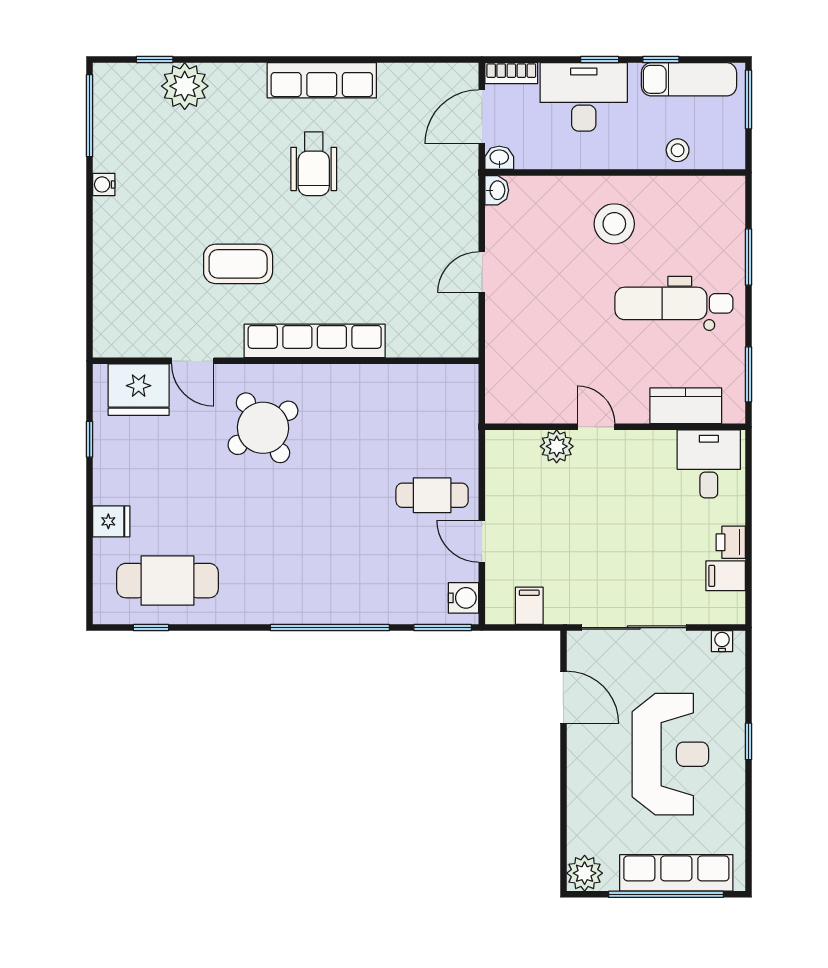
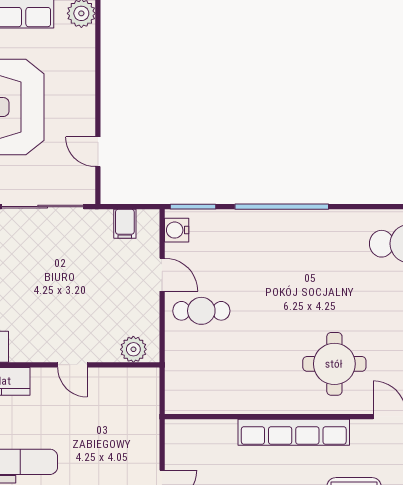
round table: (263, 428) -> (334, 364), turned 34
plant: (557, 446) -> (133, 349), moved
door: (563, 697) -> (98, 152), width x0.73

